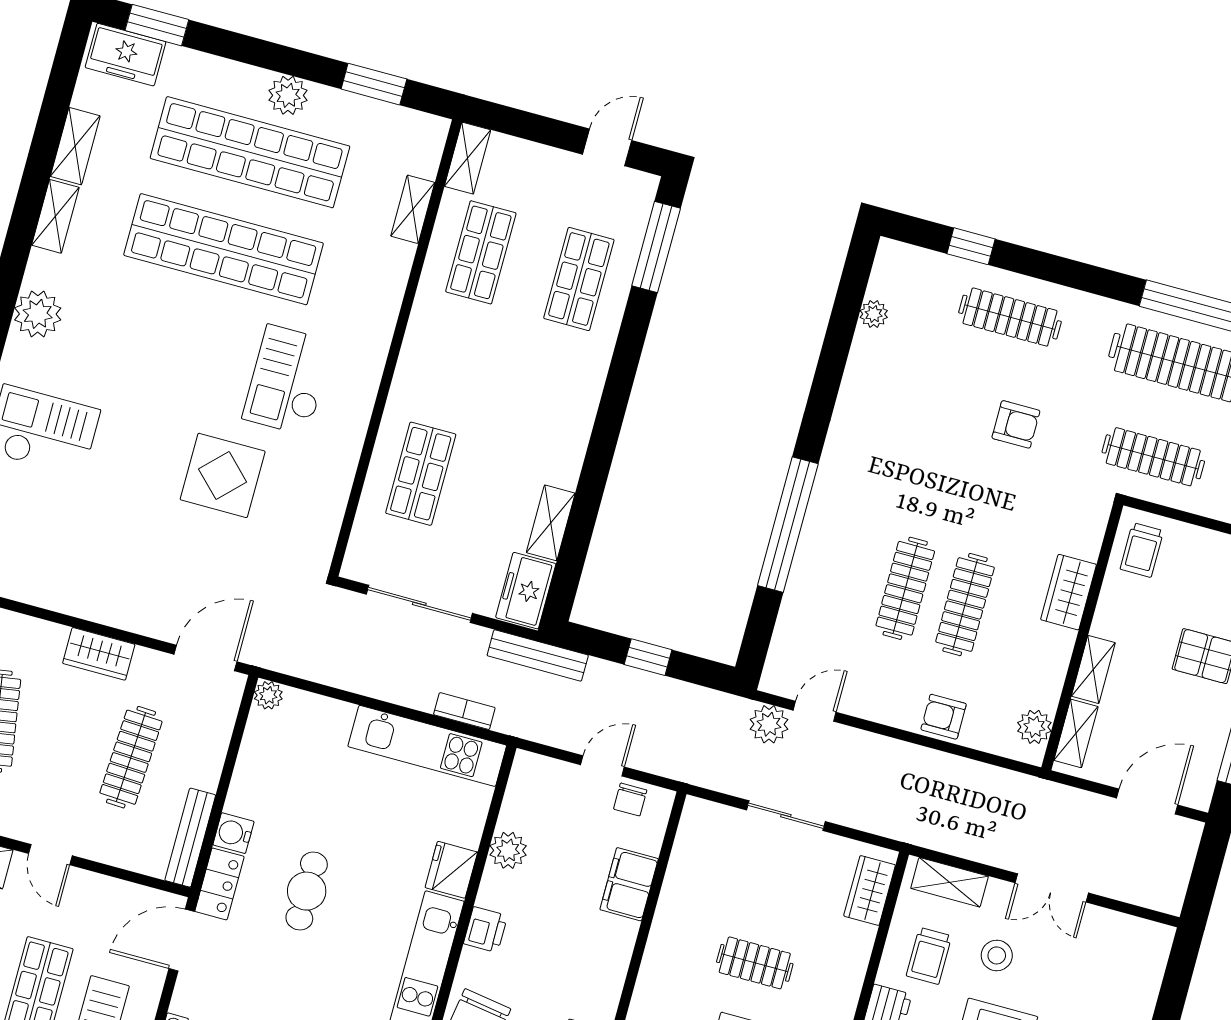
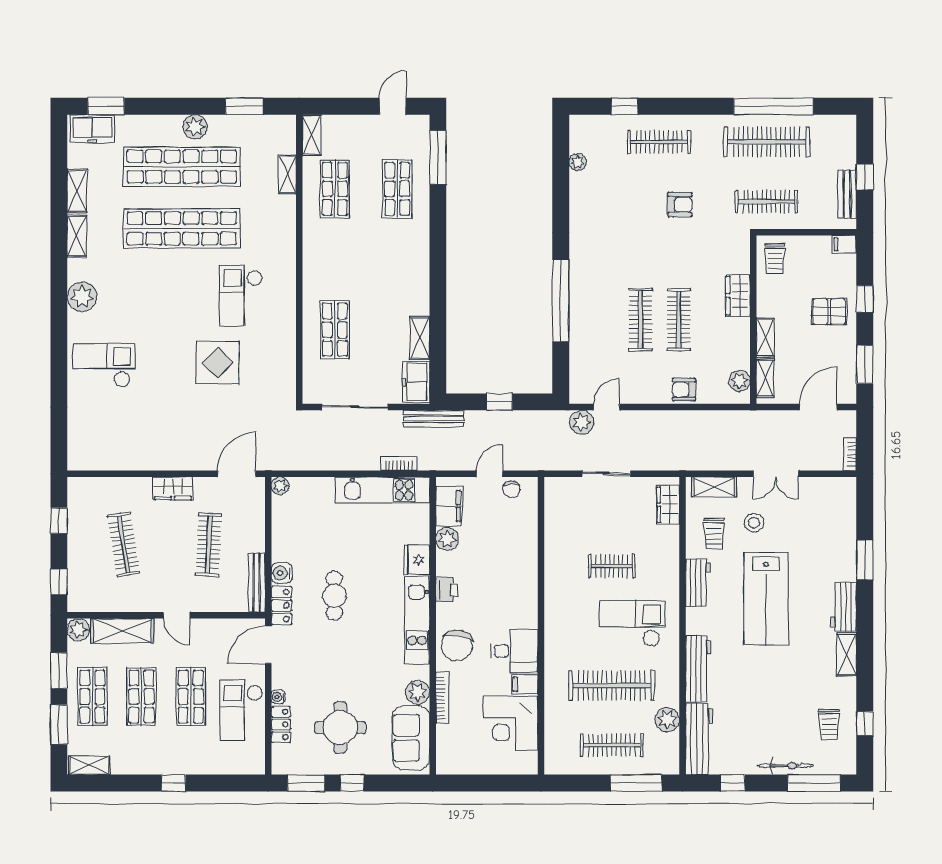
filing cabinet: (629, 884) -> (449, 506), moved, turned 180
bookcase: (1176, 889) -> (850, 454), added

